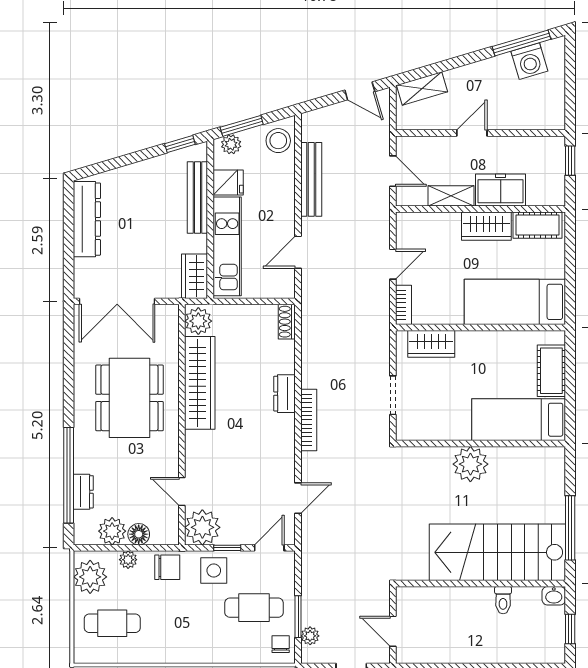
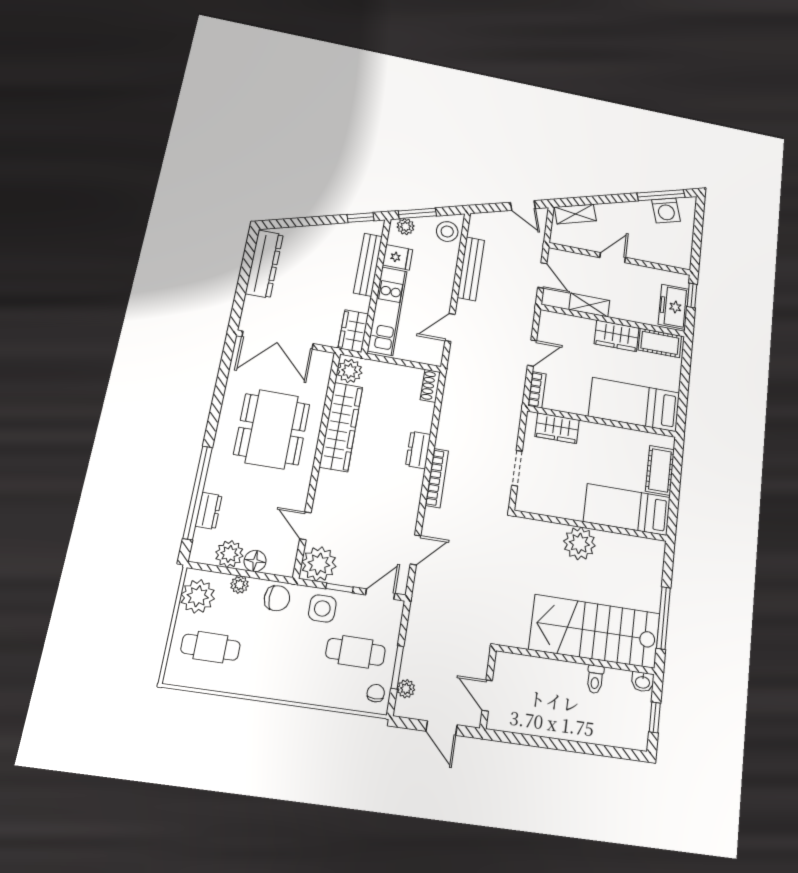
freezer: (501, 190) -> (673, 307), moved, turned -90

